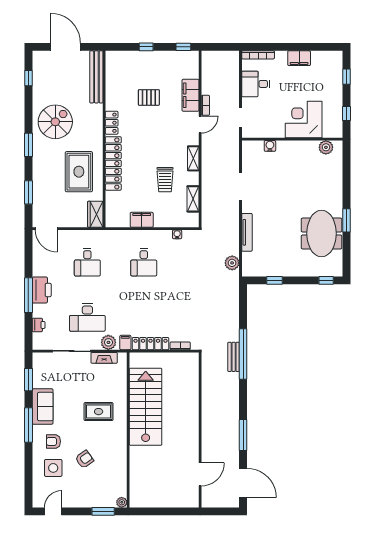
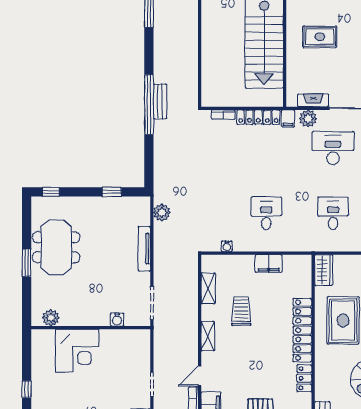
corner desk: (304, 120) -> (77, 351), moved
wall: (292, 139) -> (91, 328), moved
water cooler: (270, 146) -> (117, 320), moved
plant: (326, 147) -> (51, 318), moved

